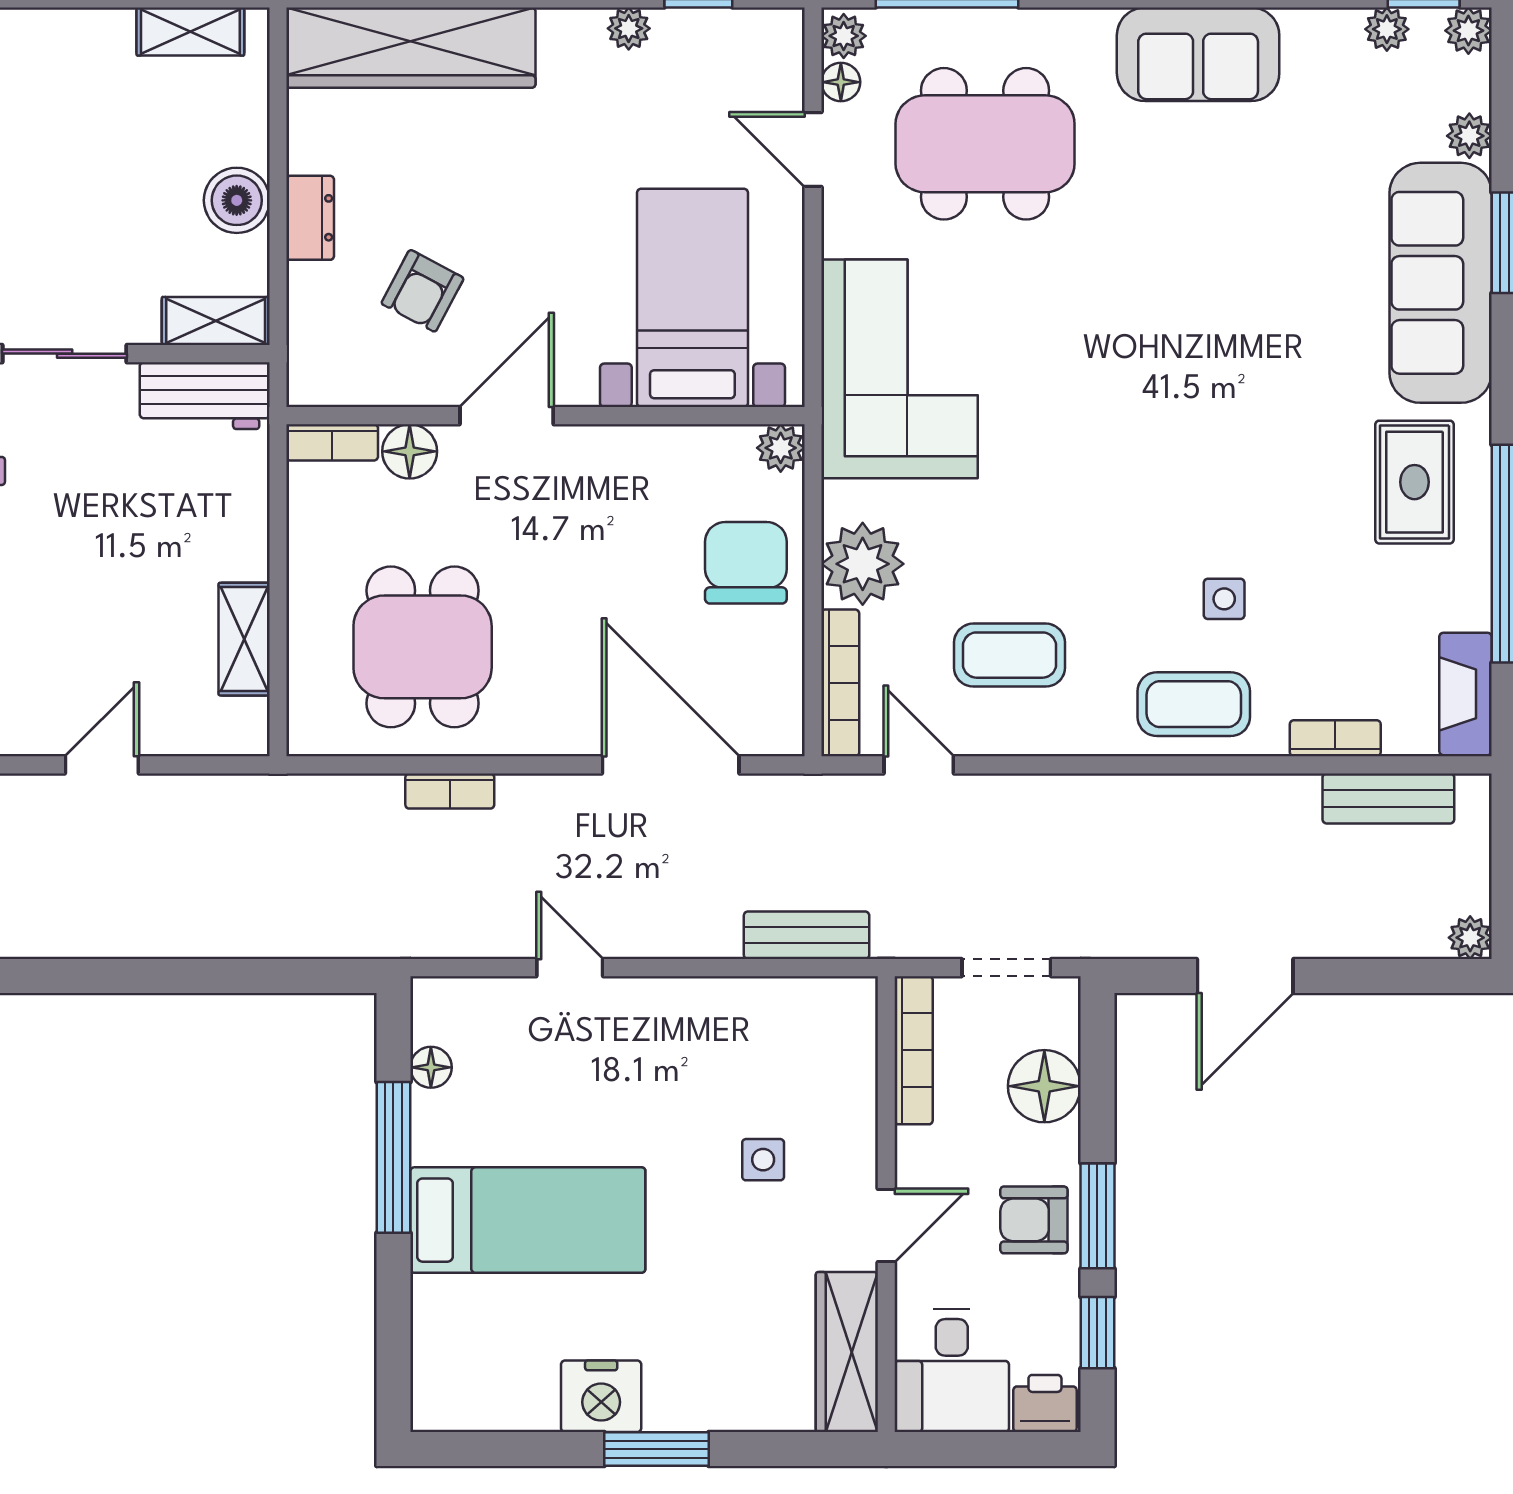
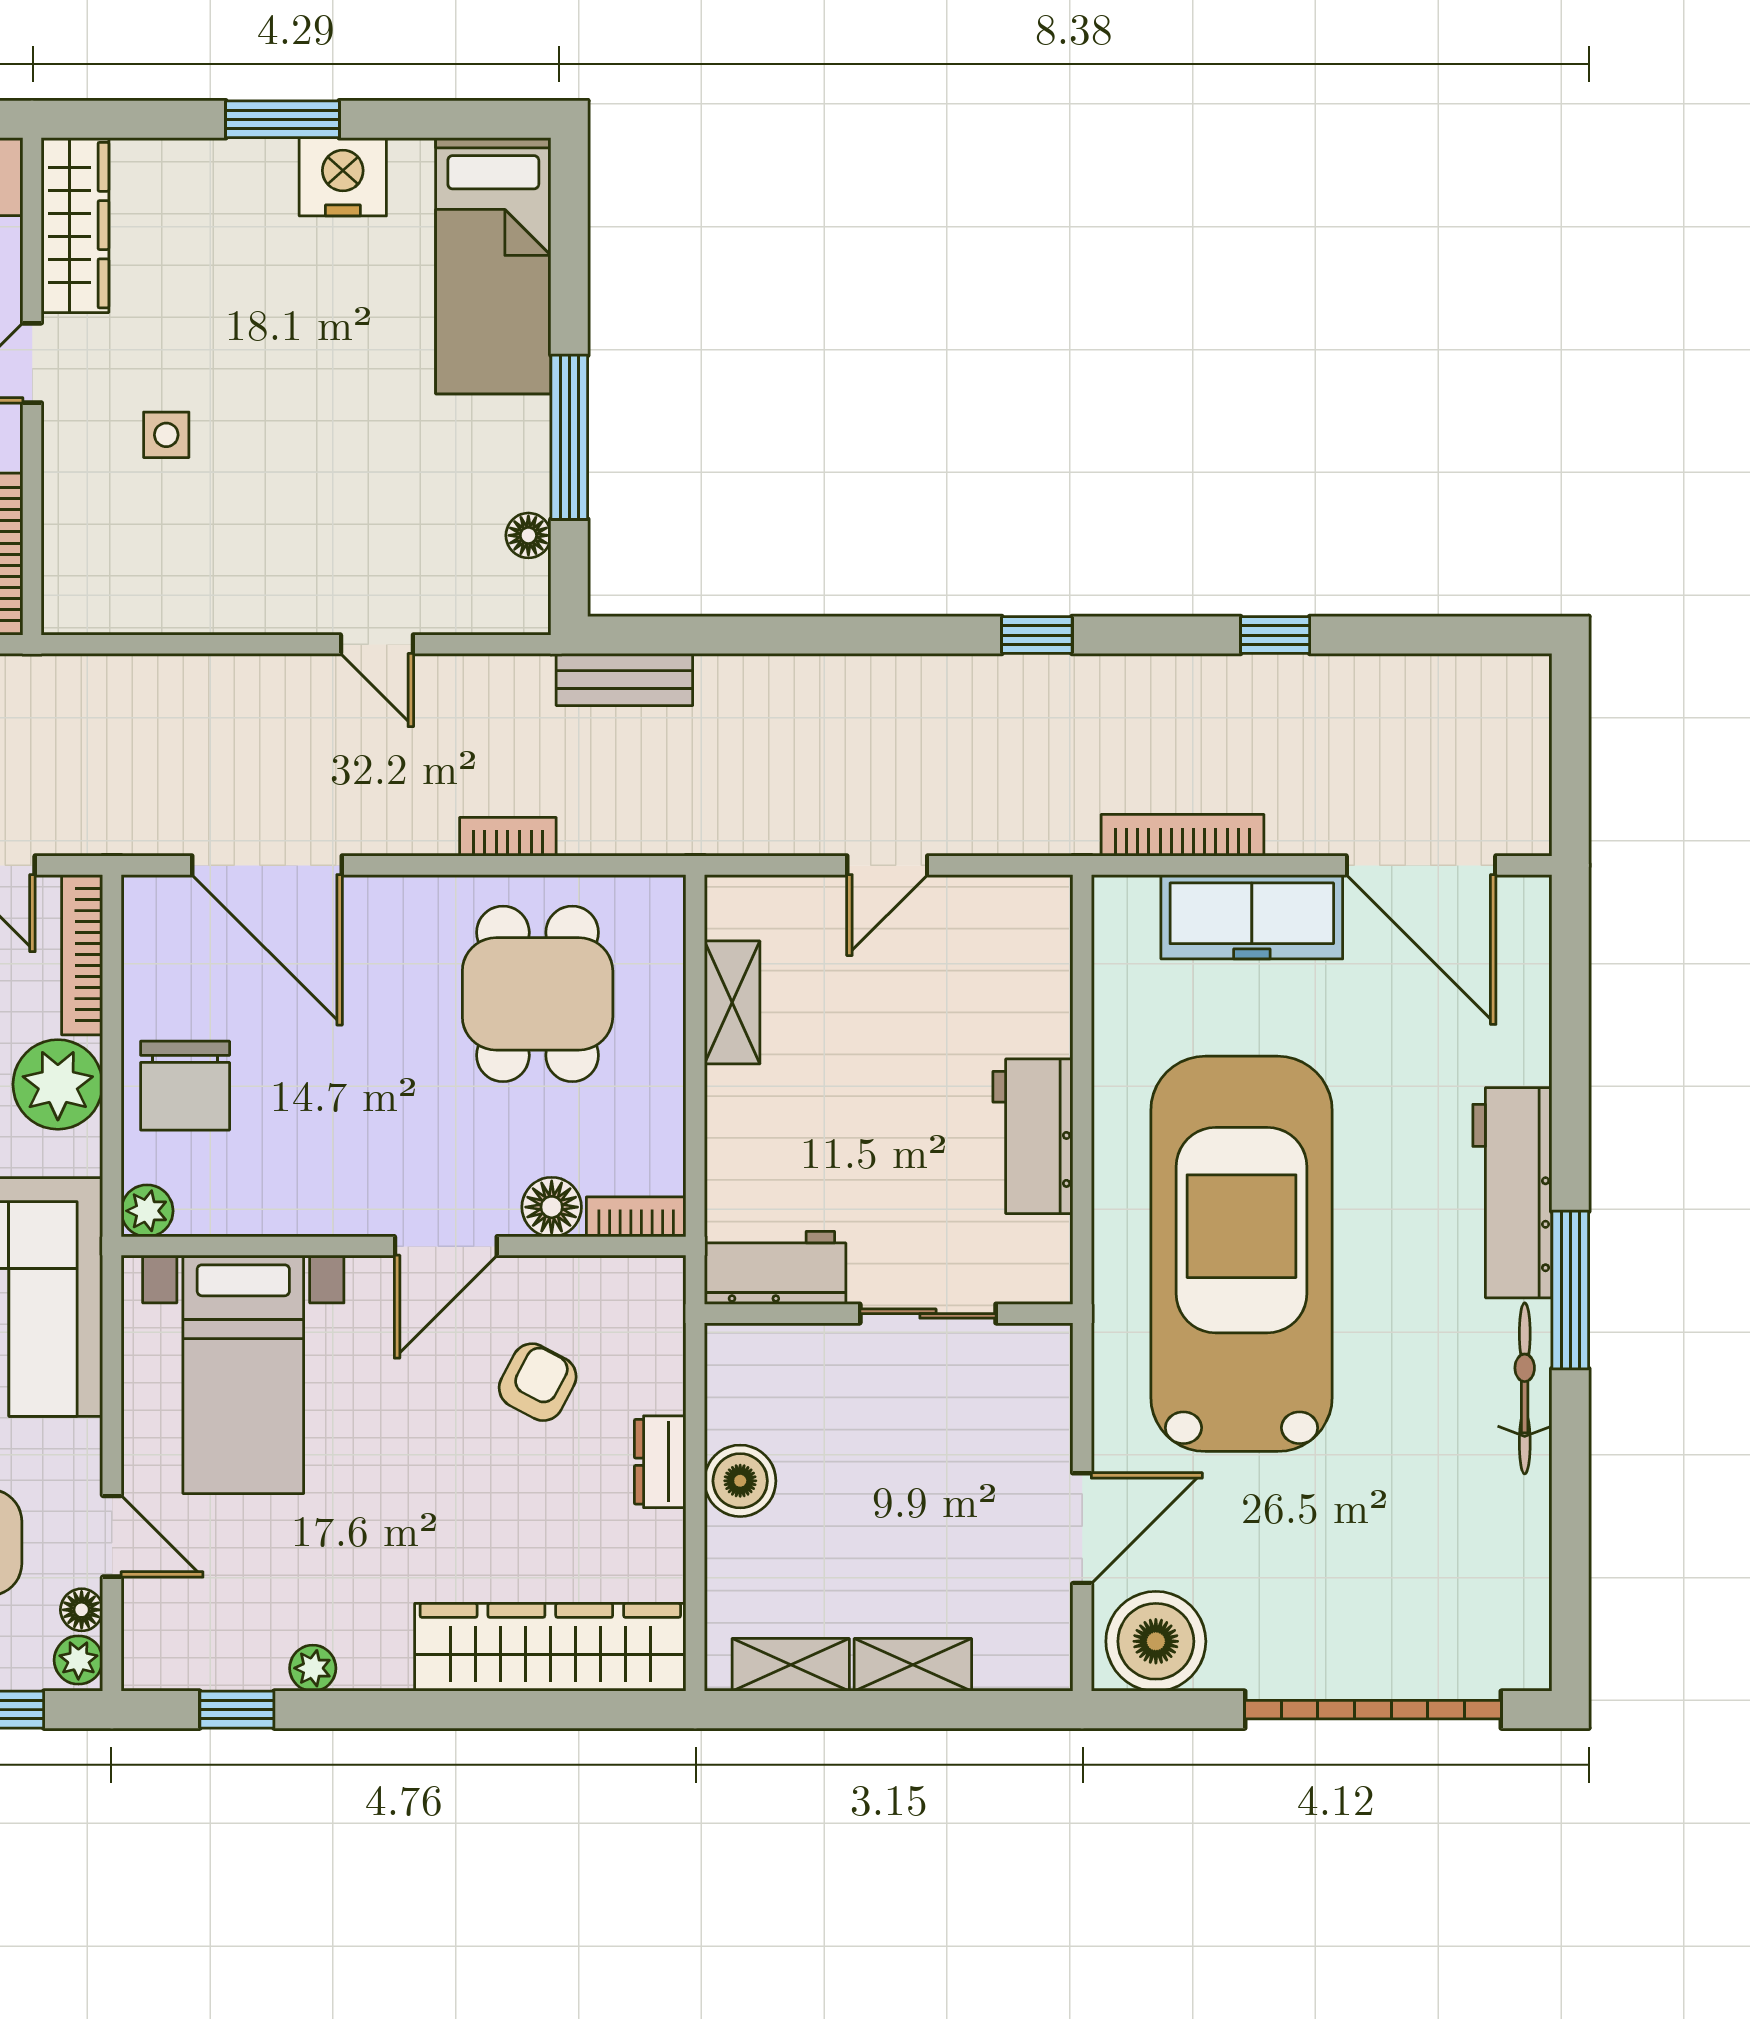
shelving: (216, 321) -> (913, 1665), moved
bench: (807, 935) -> (624, 680), moved
bed: (528, 1220) -> (493, 266), moved, turned -90

